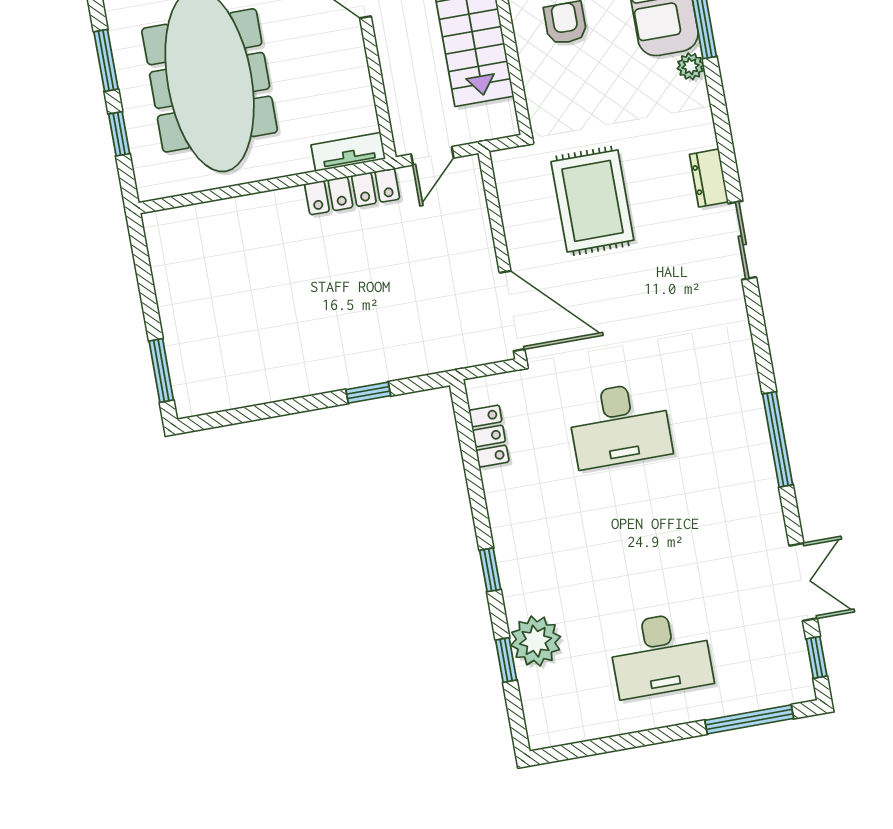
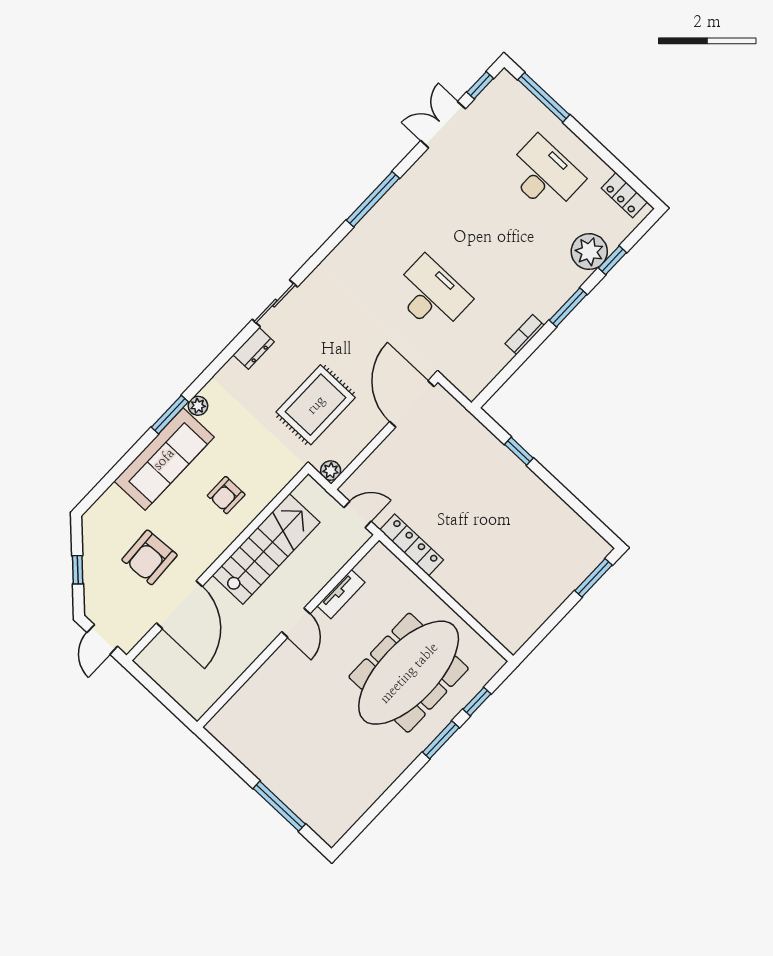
tv unit: (348, 152) -> (341, 594), moved, turned -90
plant: (505, 162) -> (331, 471), added
locker: (489, 436) -> (624, 195), moved, turned -90
bookcase: (496, 498) -> (525, 335), added
window: (490, 570) -> (568, 307), width x1.50

